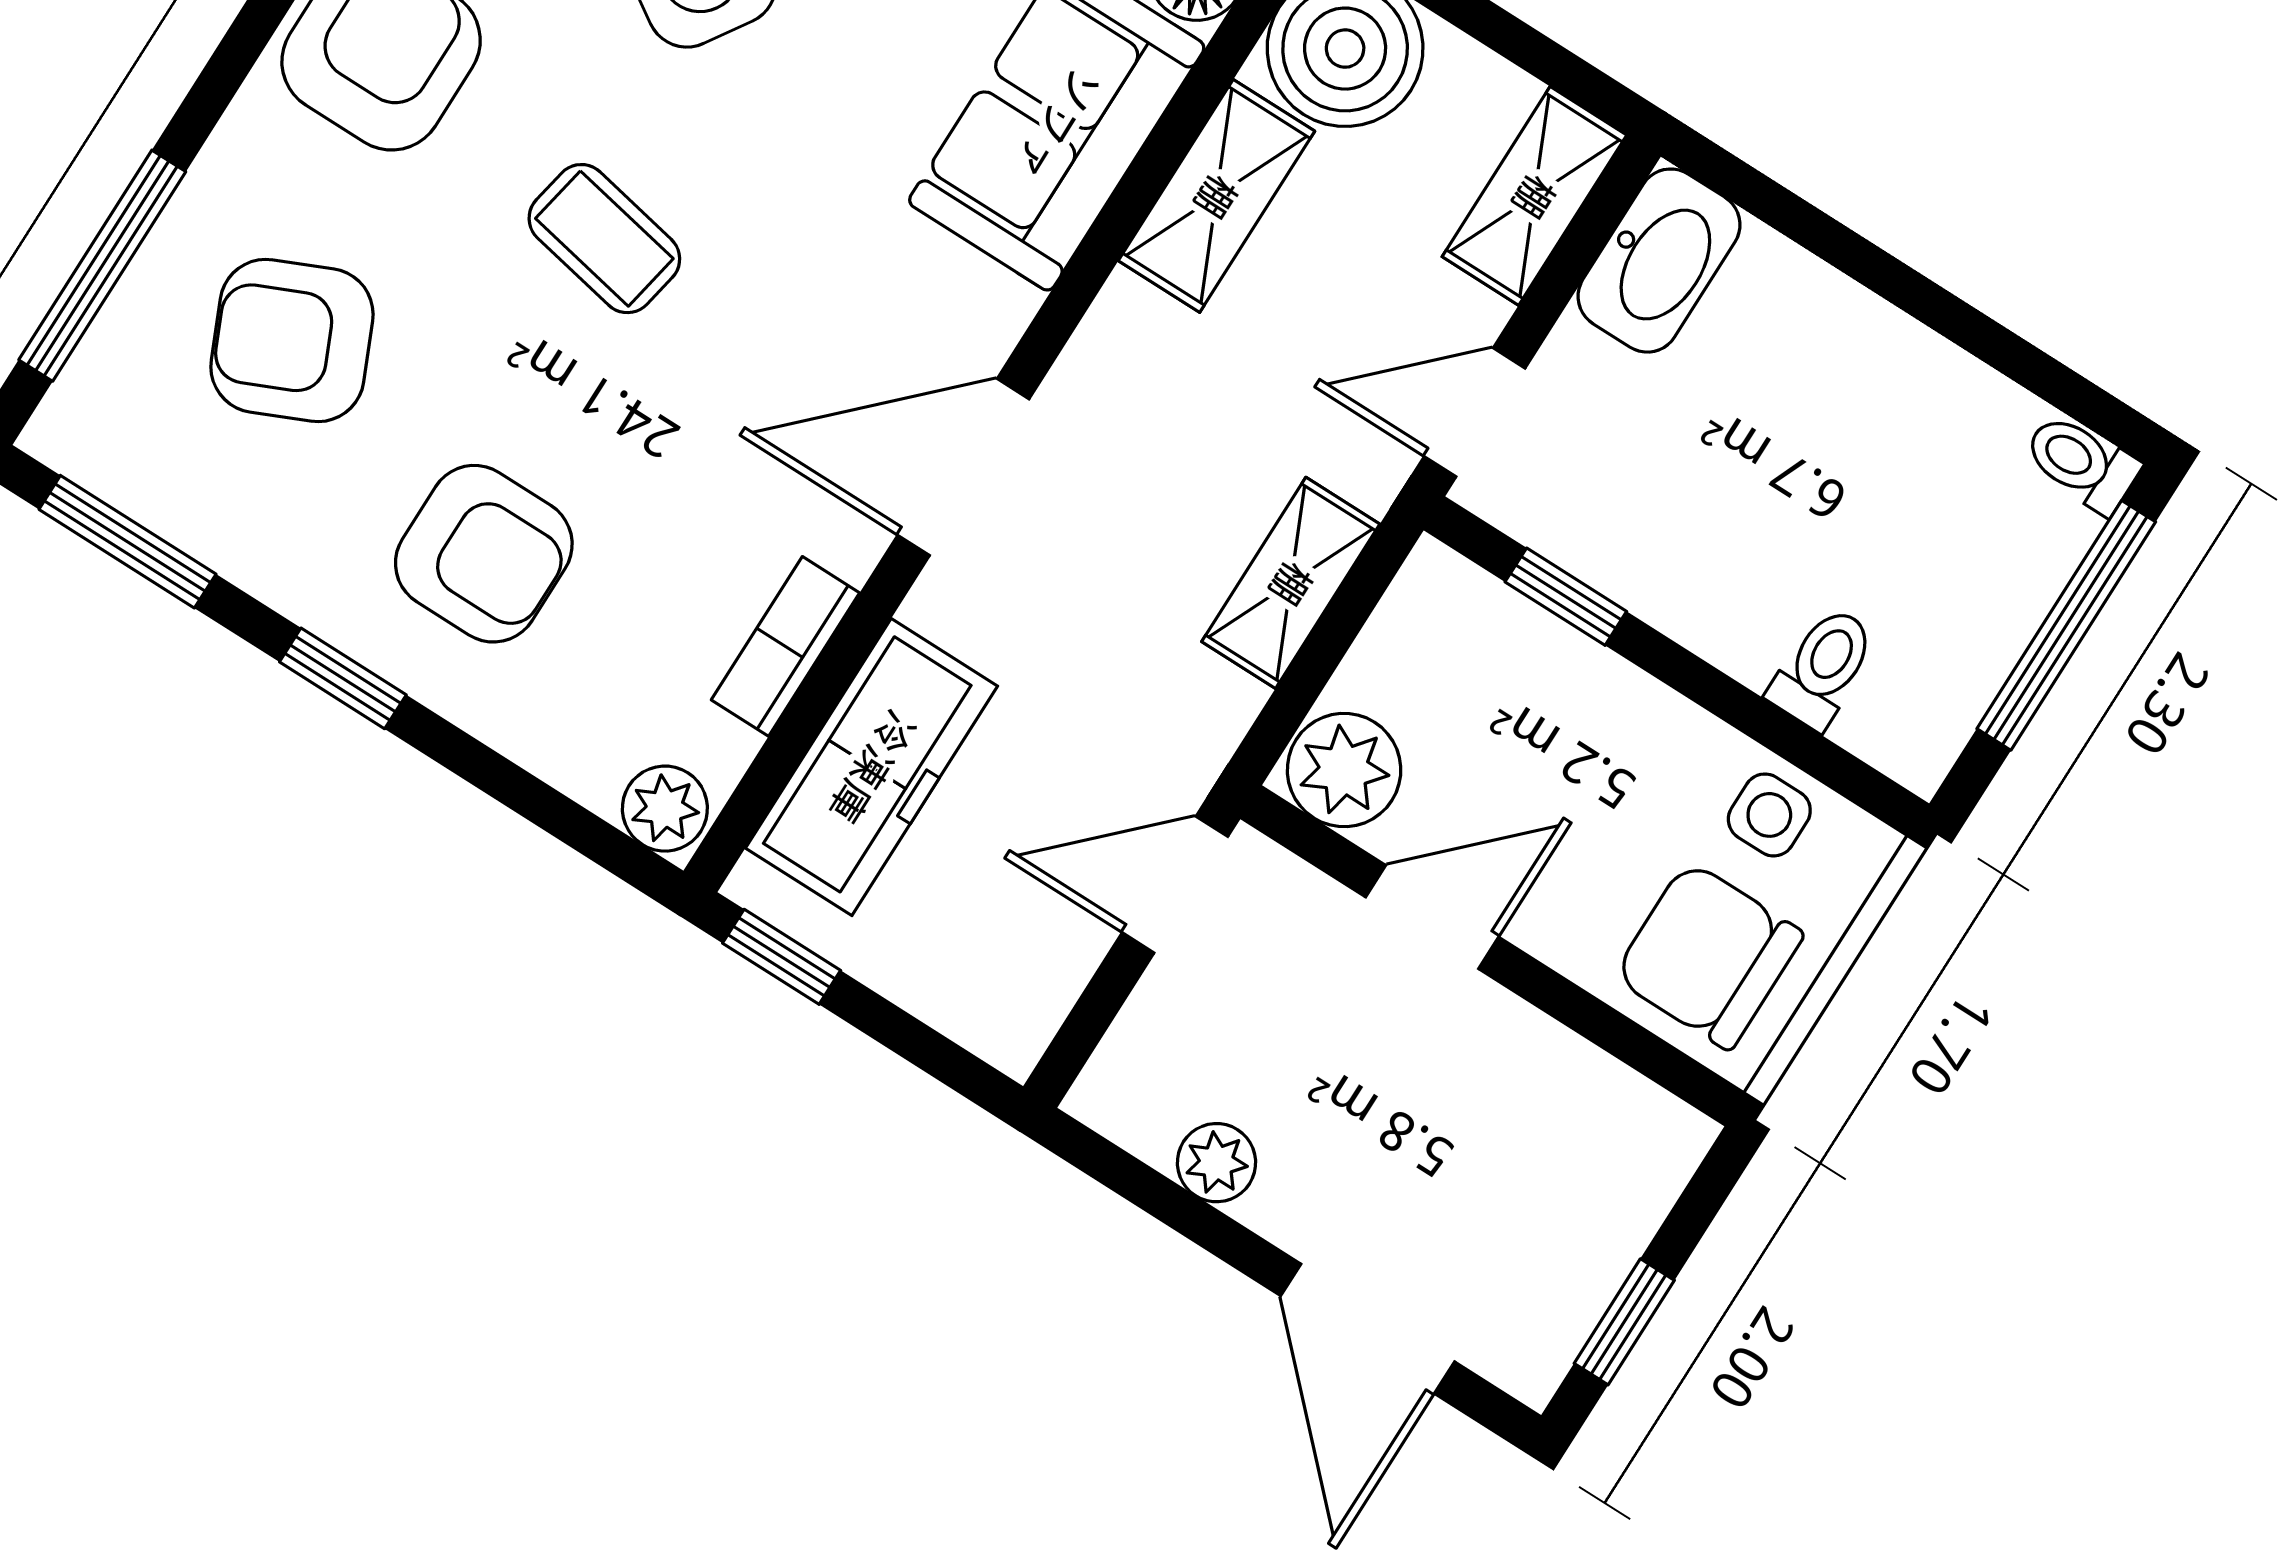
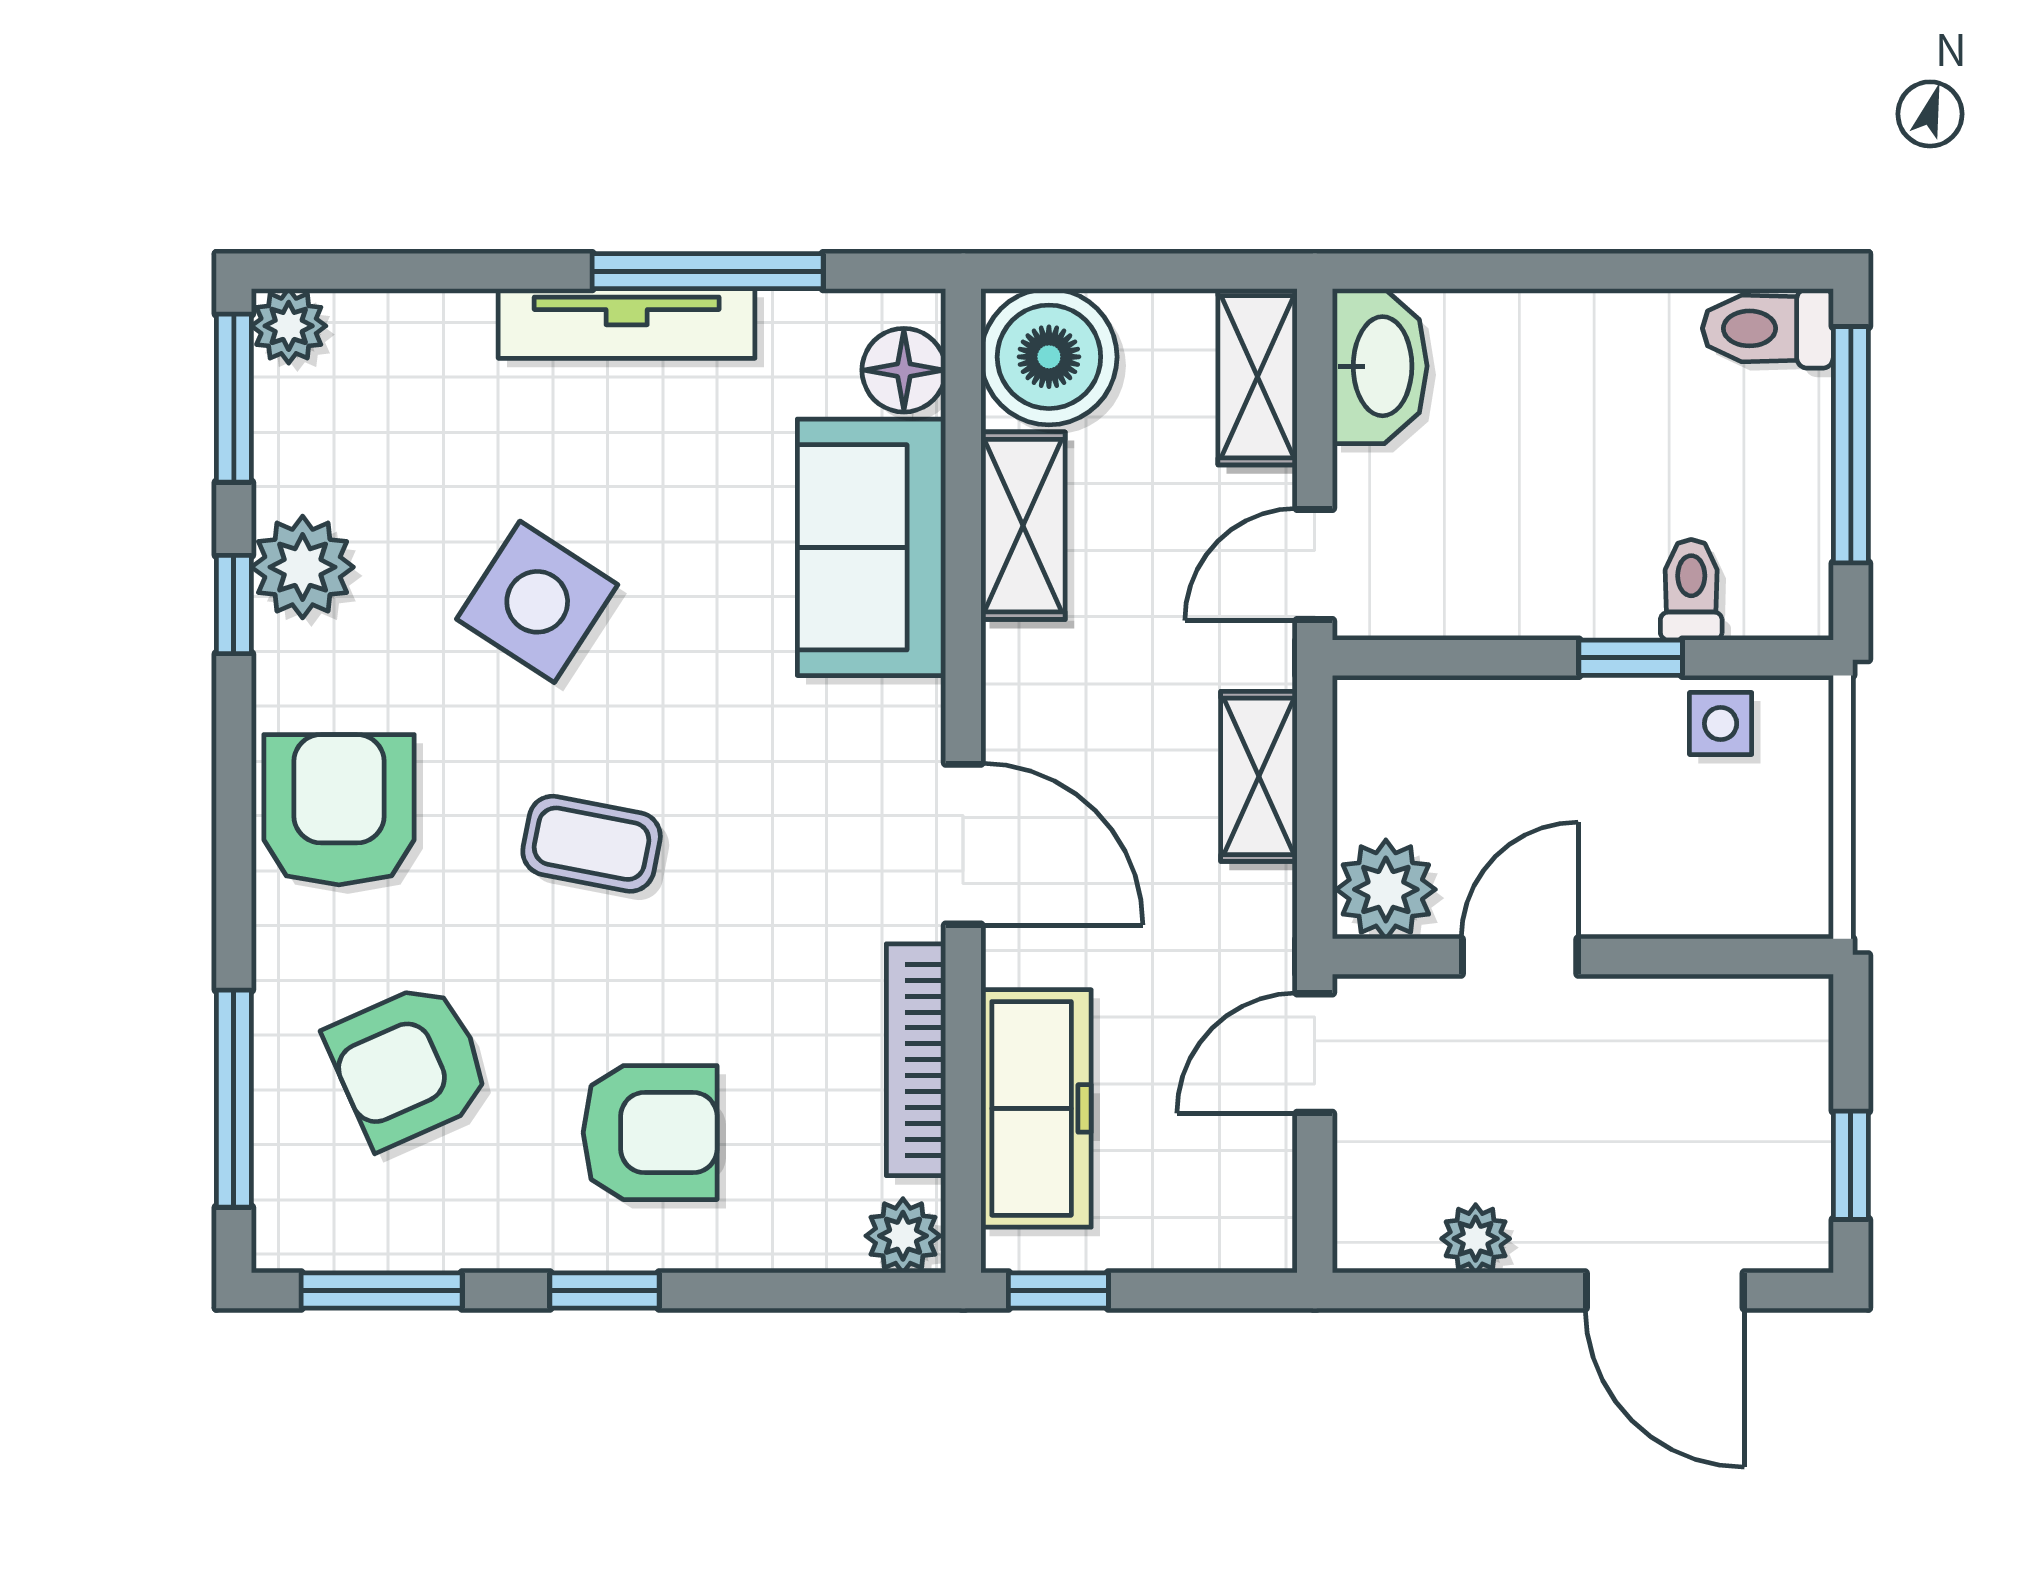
toilet: (2081, 463) -> (1768, 328), width x1.37, depth x1.39
door: (963, 467) -> (963, 844), swing flipped
window: (1566, 597) -> (1631, 658), moved
bookcase: (785, 646) -> (916, 1060), width x1.56
chair: (1708, 955) -> (1741, 856), removed

